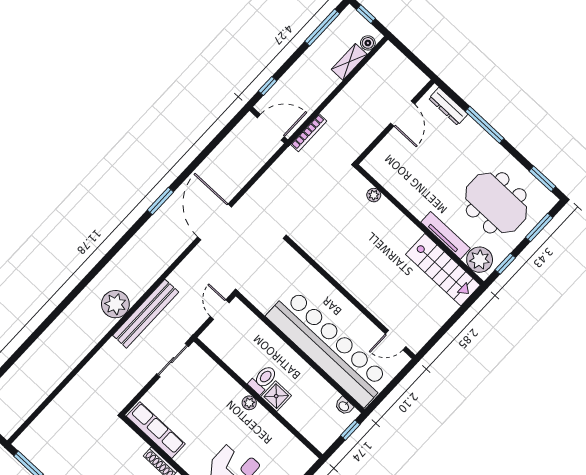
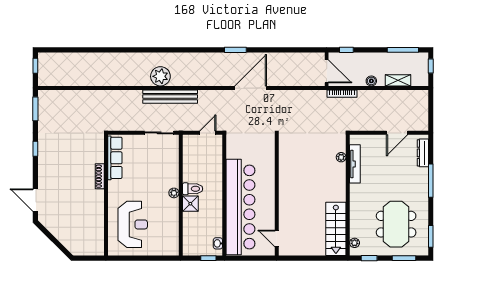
boiler: (368, 43) -> (371, 81), moved
tv unit: (446, 235) -> (355, 164), moved
plant: (480, 260) -> (355, 243), width x0.53, depth x0.53

